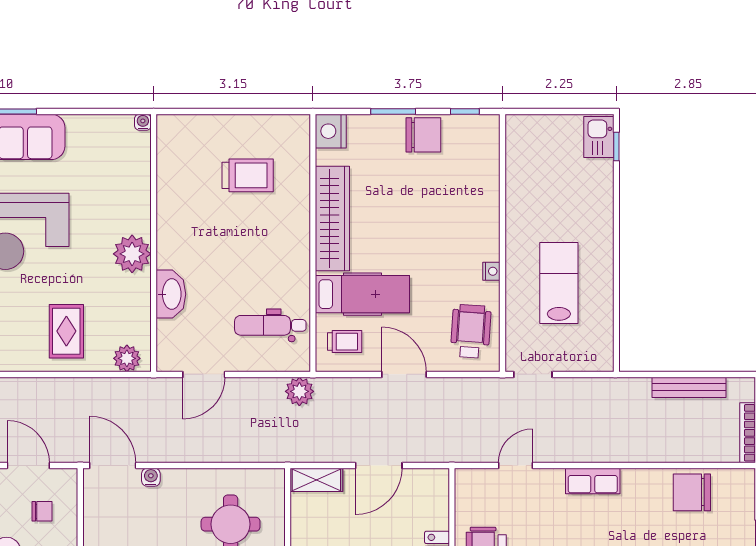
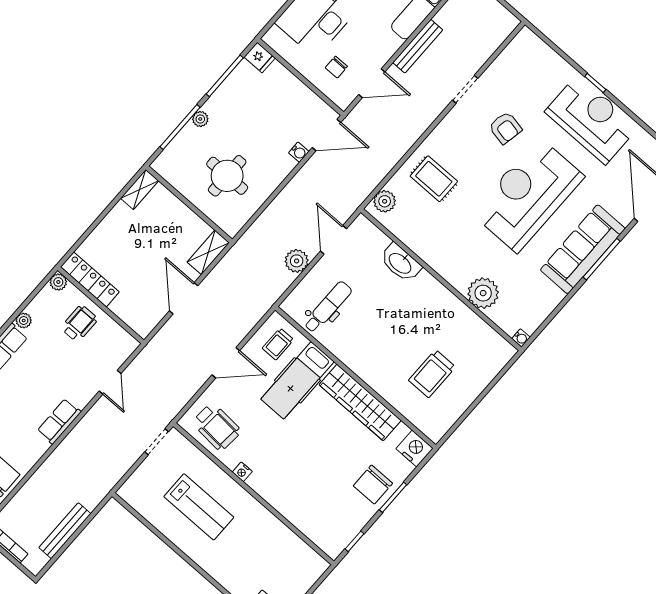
chair: (423, 135) -> (373, 484), moved
plant: (132, 254) -> (483, 293), moved
plant: (299, 391) -> (297, 261), moved

